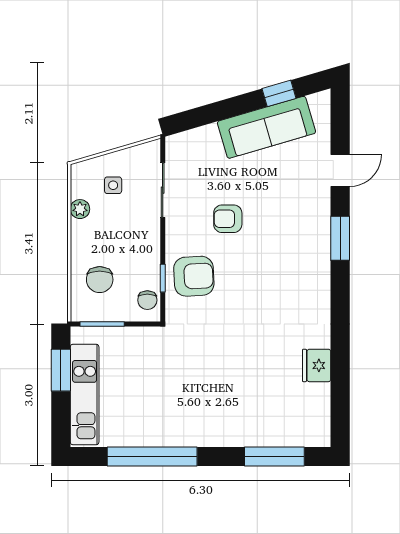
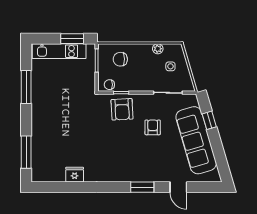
window: (279, 93) -> (209, 120), moved
sofa: (266, 127) -> (196, 140), width x1.36, depth x1.27
window: (152, 457) -> (26, 87), width x0.68

